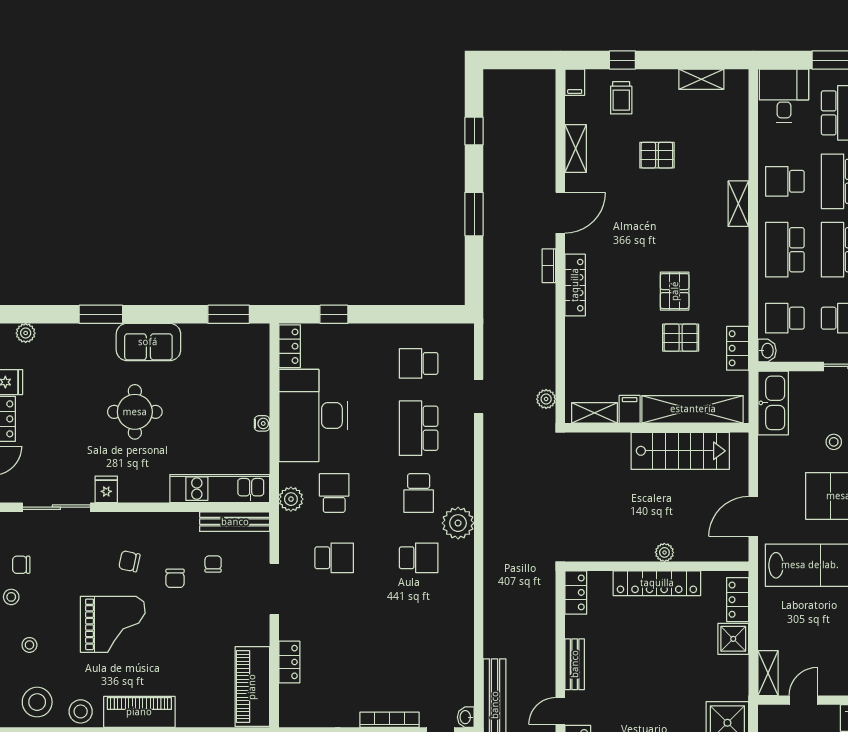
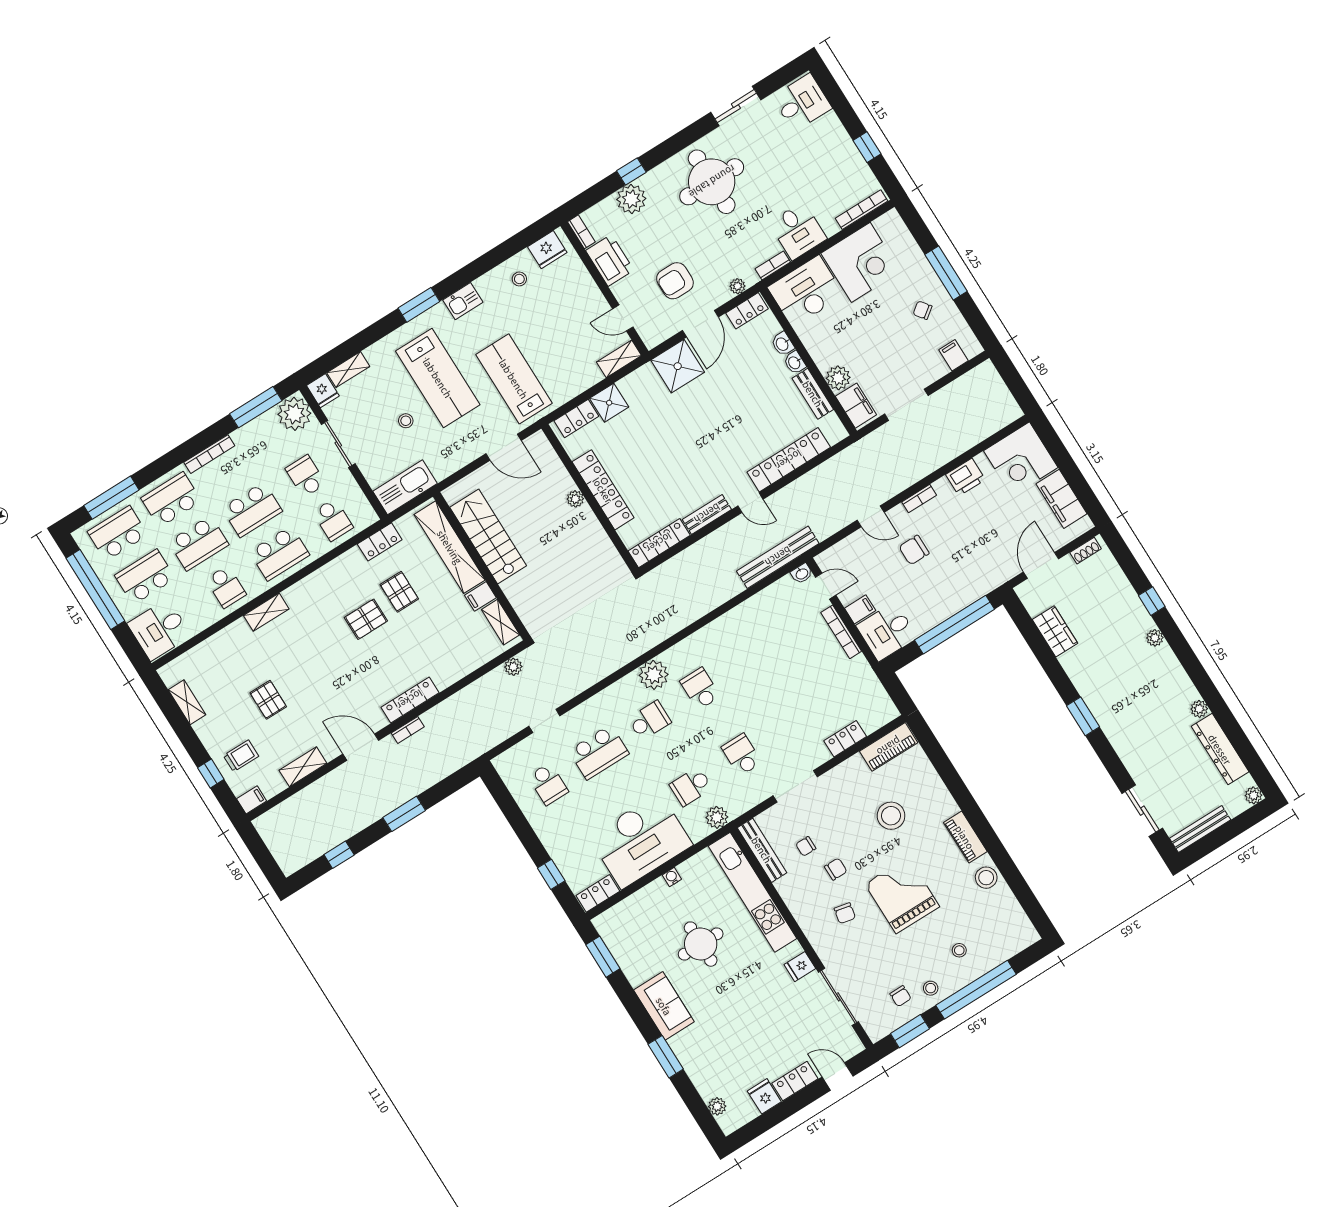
washbasin: (767, 351) -> (367, 518), removed
round table: (135, 412) -> (701, 944), moved
kitchen unit: (220, 489) -> (752, 892), width x1.36
locker: (576, 592) -> (659, 543), width x1.53
piano: (252, 687) -> (889, 747), width x0.73, depth x0.75
stool: (37, 702) -> (891, 816), moved
piano: (139, 712) -> (965, 837), width x0.73, depth x0.75

